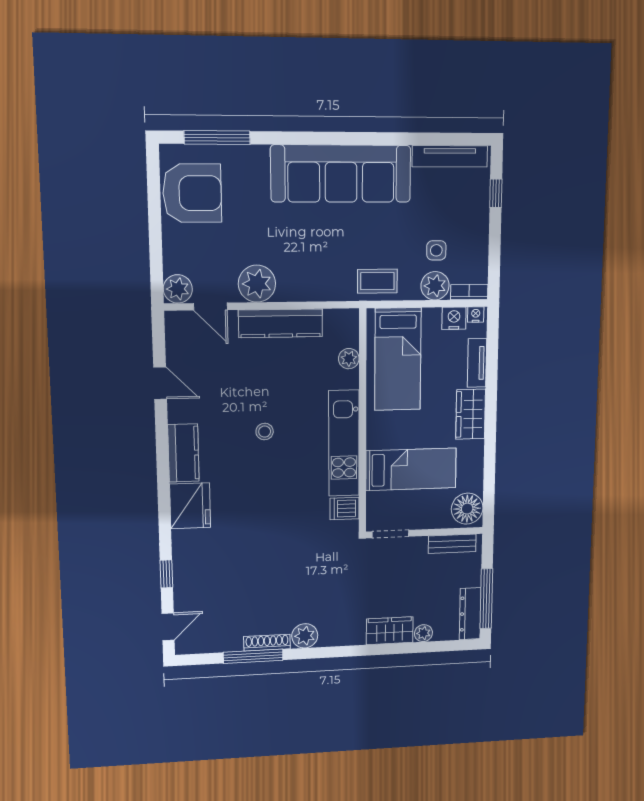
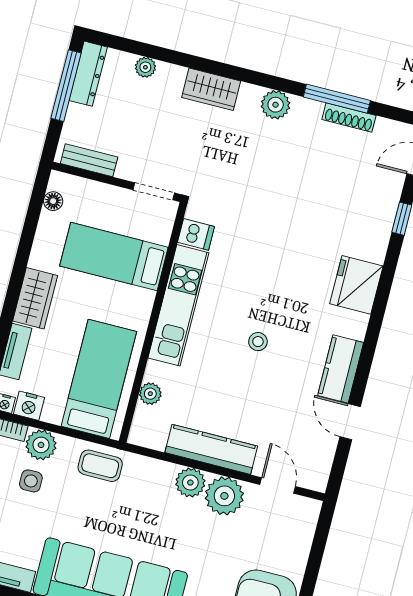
plant: (178, 289) -> (190, 483), moved
kitchen counter: (183, 453) -> (341, 369), moved
floor lamp: (467, 509) -> (53, 201), width x0.53, depth x0.53
wardrobe: (390, 631) -> (211, 89), moved
shoe rack: (267, 643) -> (349, 118), moved

